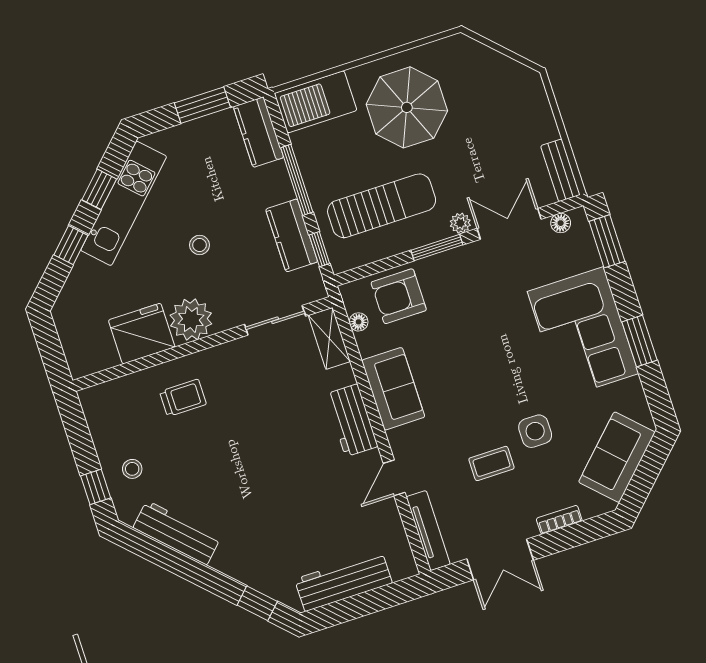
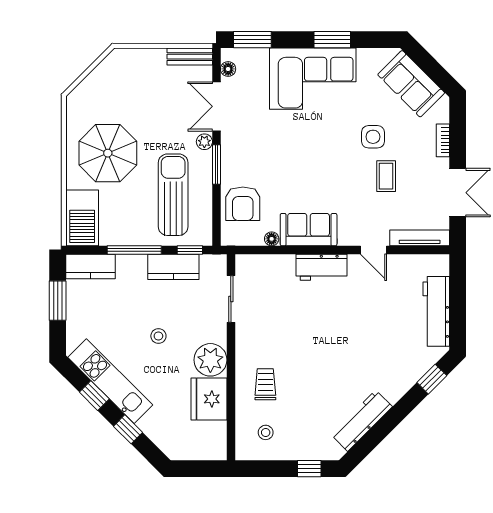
floor lamp: (359, 322) -> (272, 239), moved
shelving: (329, 338) -> (257, 264), removed
stool: (132, 469) -> (266, 432), moved

